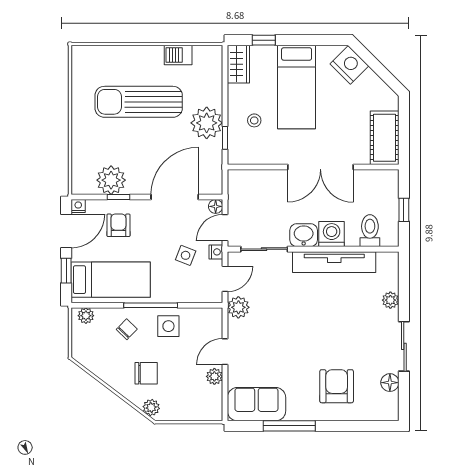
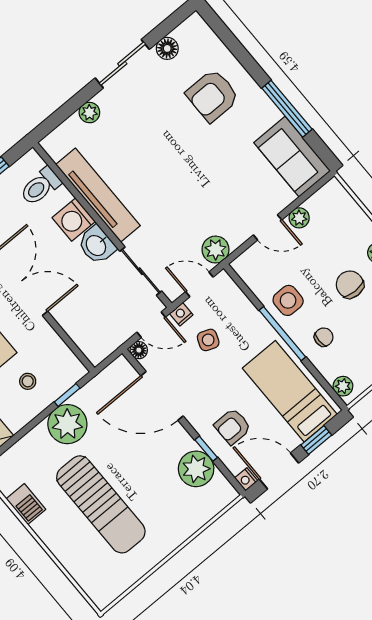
chair: (127, 329) -> (324, 337), turned 136

